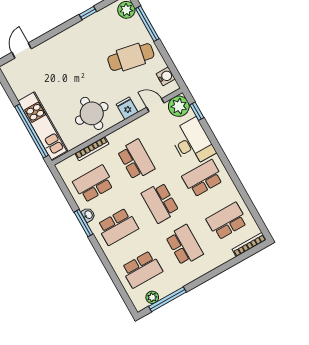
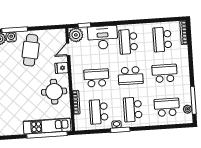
water cooler: (166, 76) -> (11, 37), moved
school desk: (118, 227) -> (133, 110), turned 180
school desk: (142, 269) -> (167, 107), turned -90

